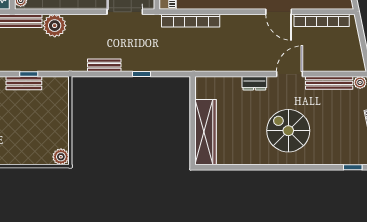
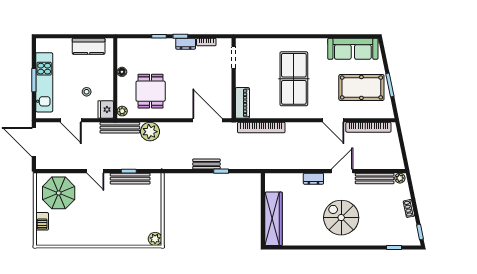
bench: (104, 65) -> (206, 164), moved
bench: (24, 83) -> (130, 179), width x1.36

